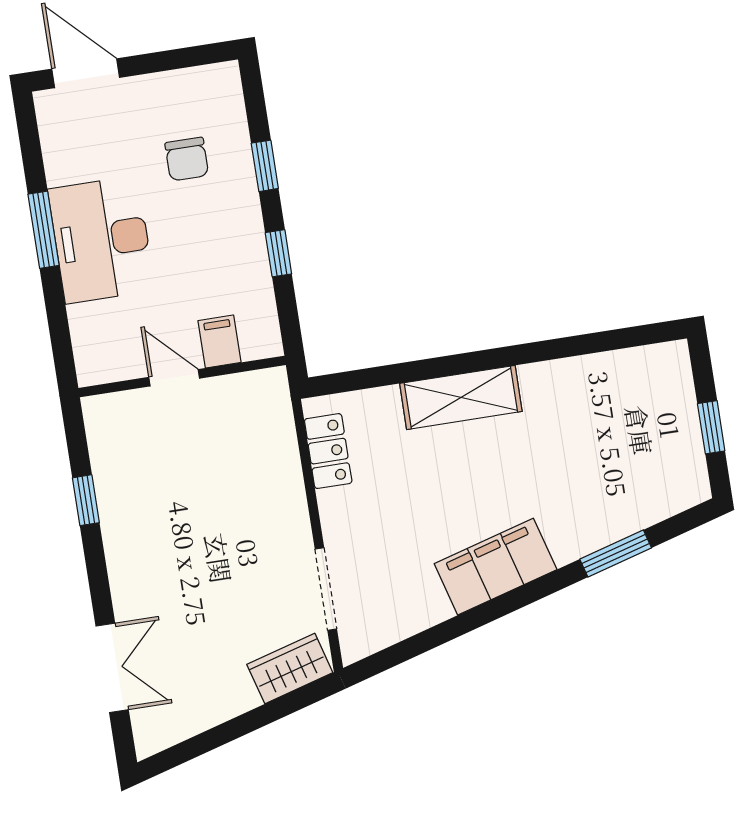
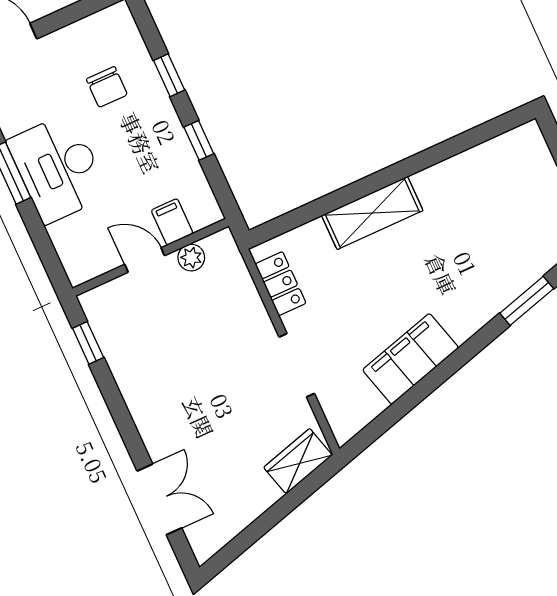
plant: (230, 390) -> (191, 258), added
window: (86, 500) -> (88, 343), moved
filing cabinet: (496, 567) -> (411, 359), moved
doorway: (326, 589) -> (297, 365), moved

